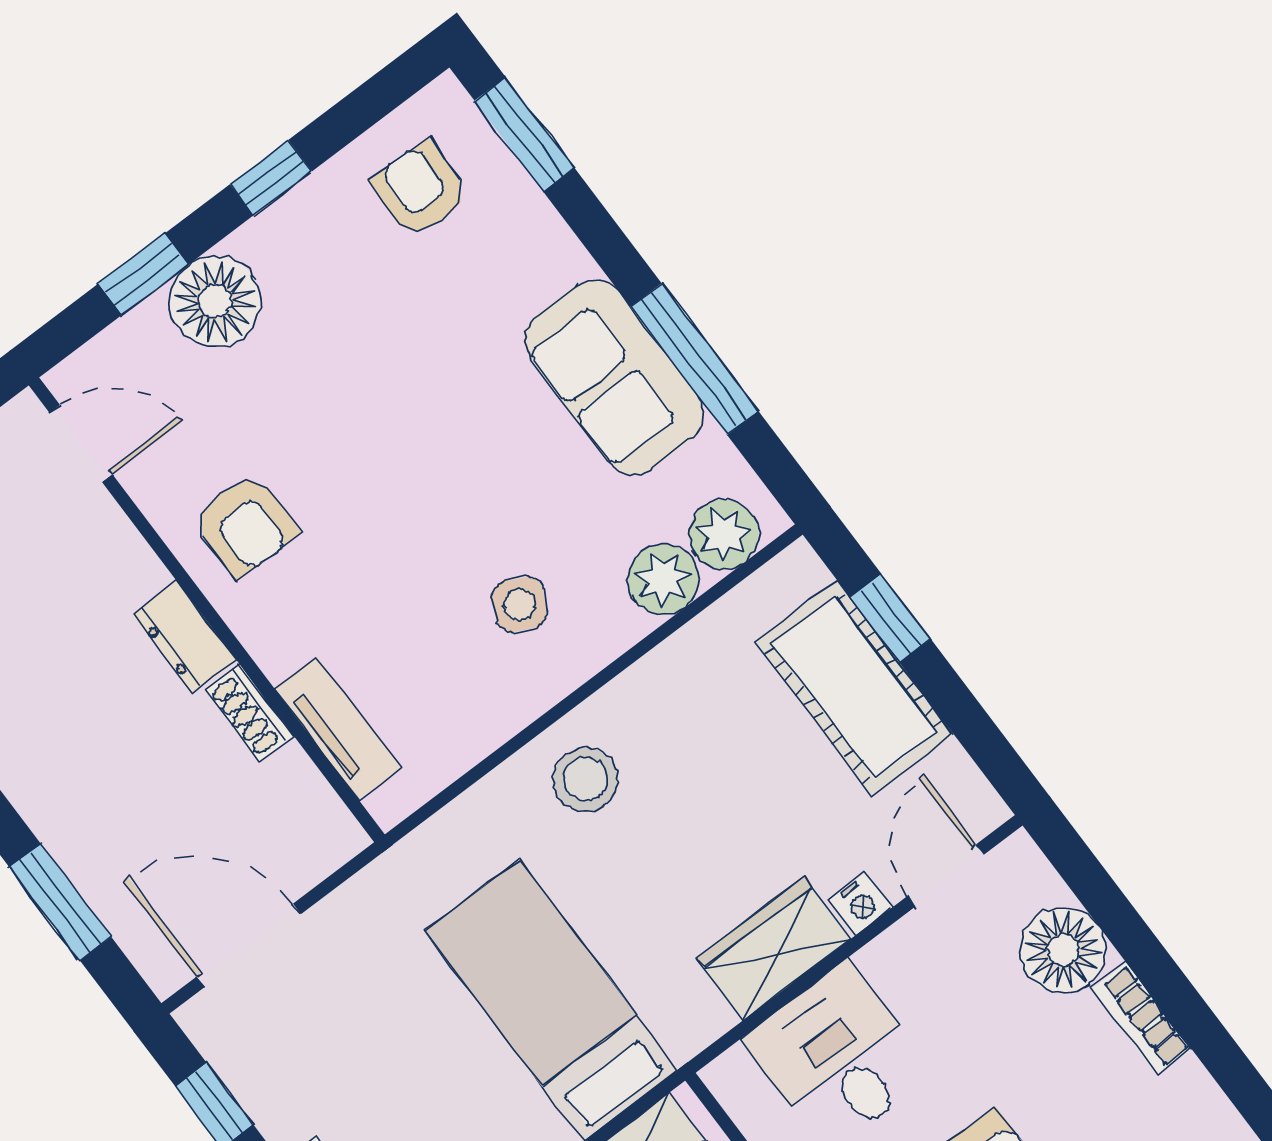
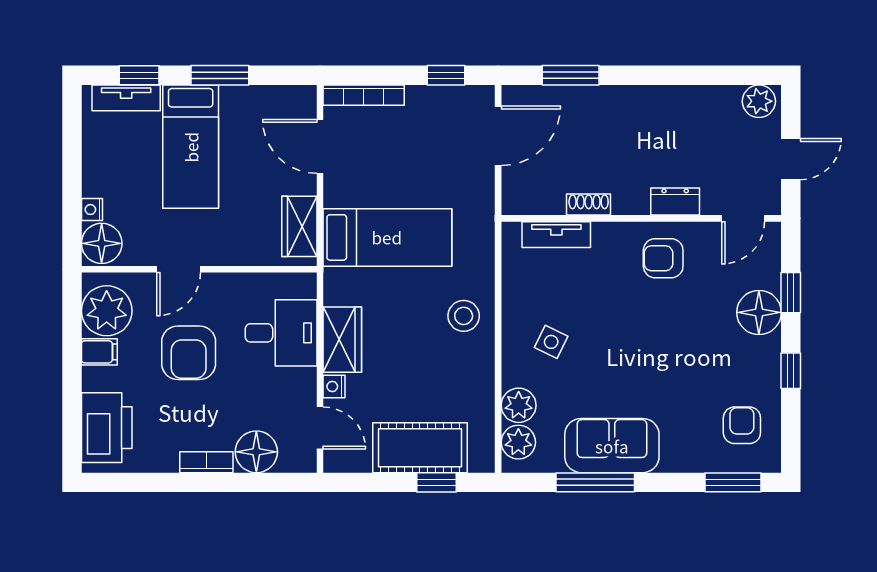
armchair: (420, 190) -> (742, 425), turned -92
dresser: (184, 637) -> (675, 202), moved

